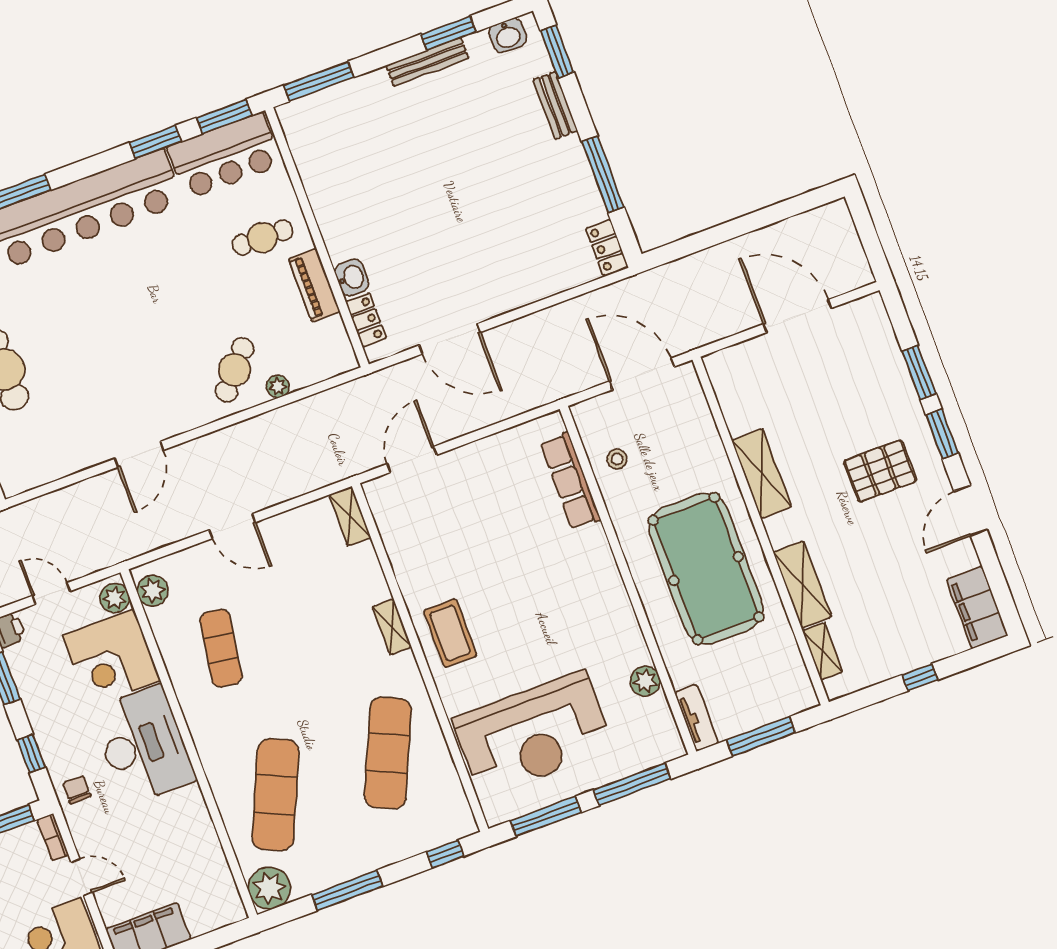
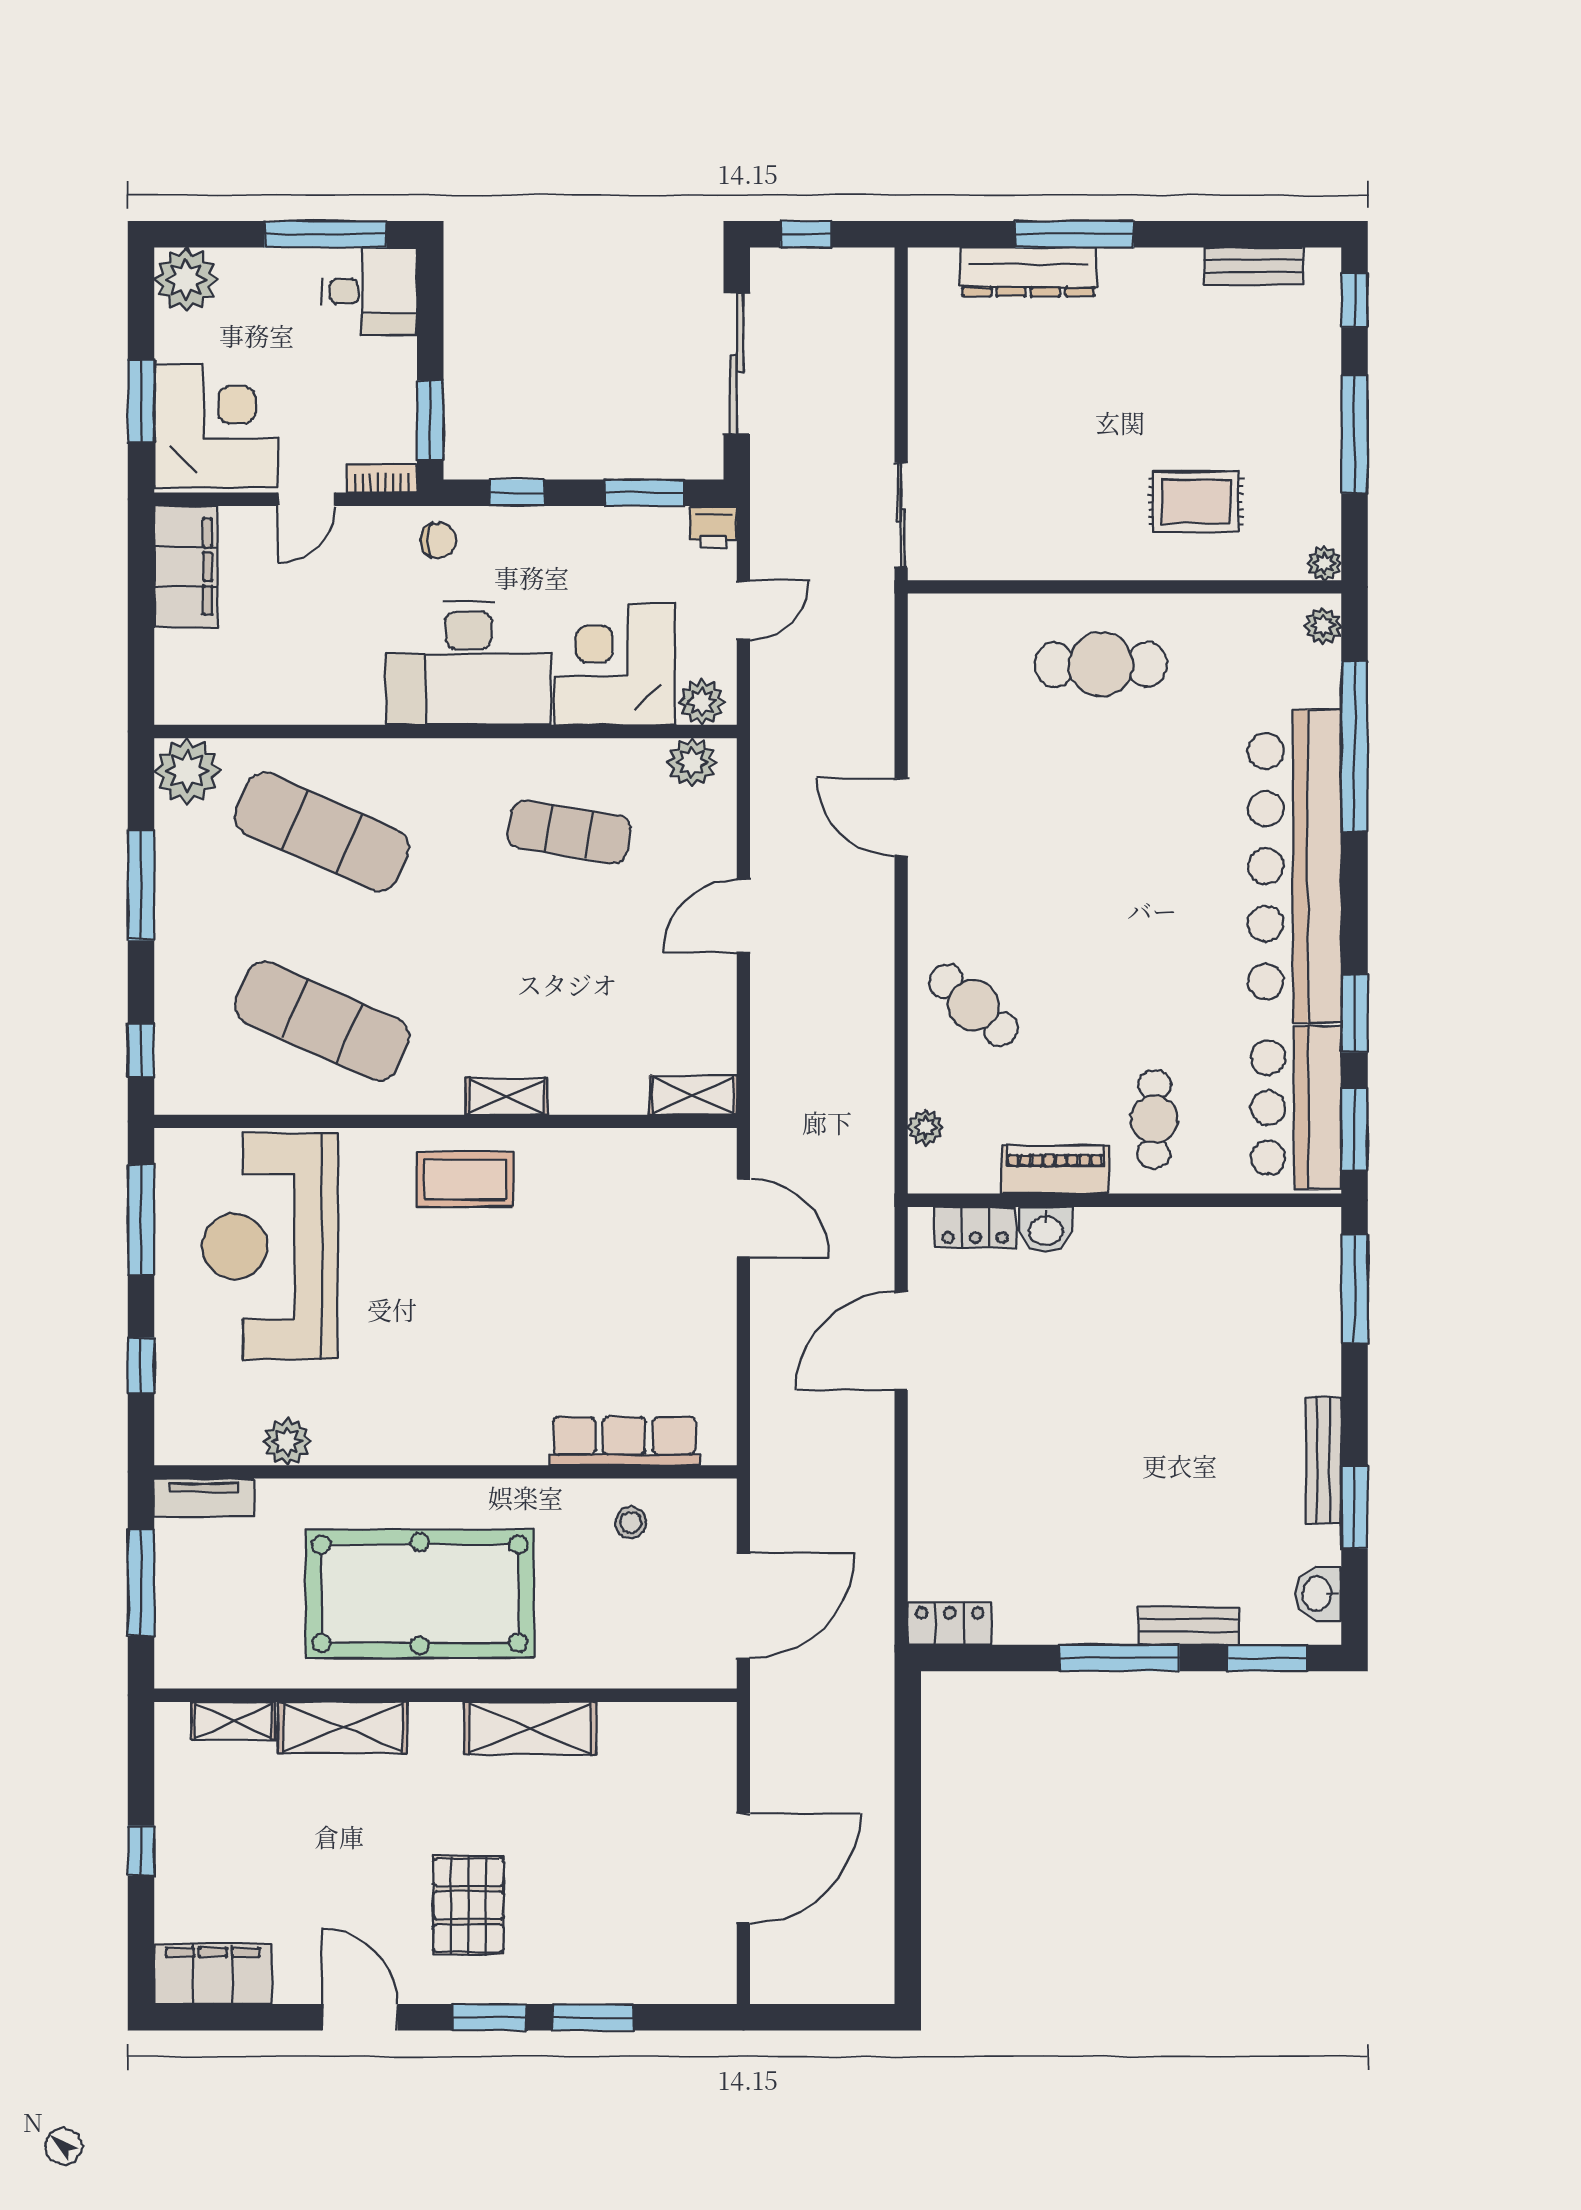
window: (603, 174) -> (1120, 1658), moved
plant: (278, 386) -> (925, 1127), moved
window: (632, 784) -> (141, 1366), width x0.46

